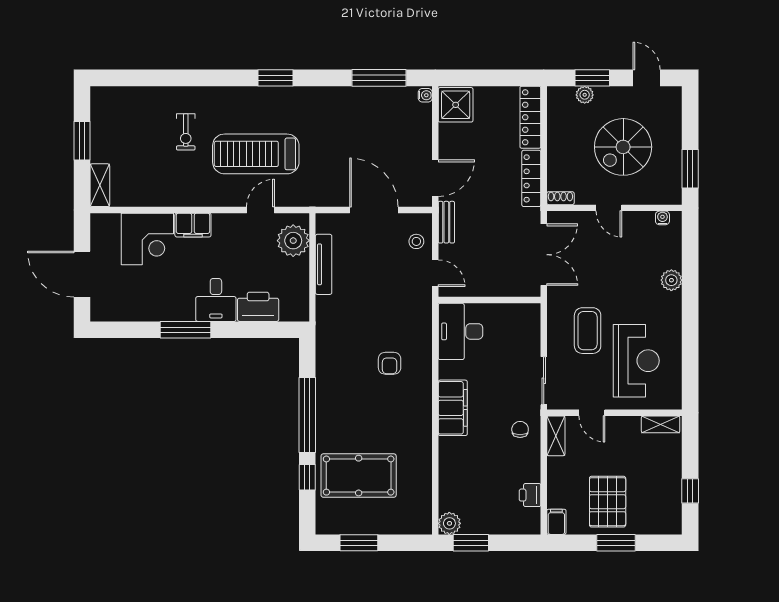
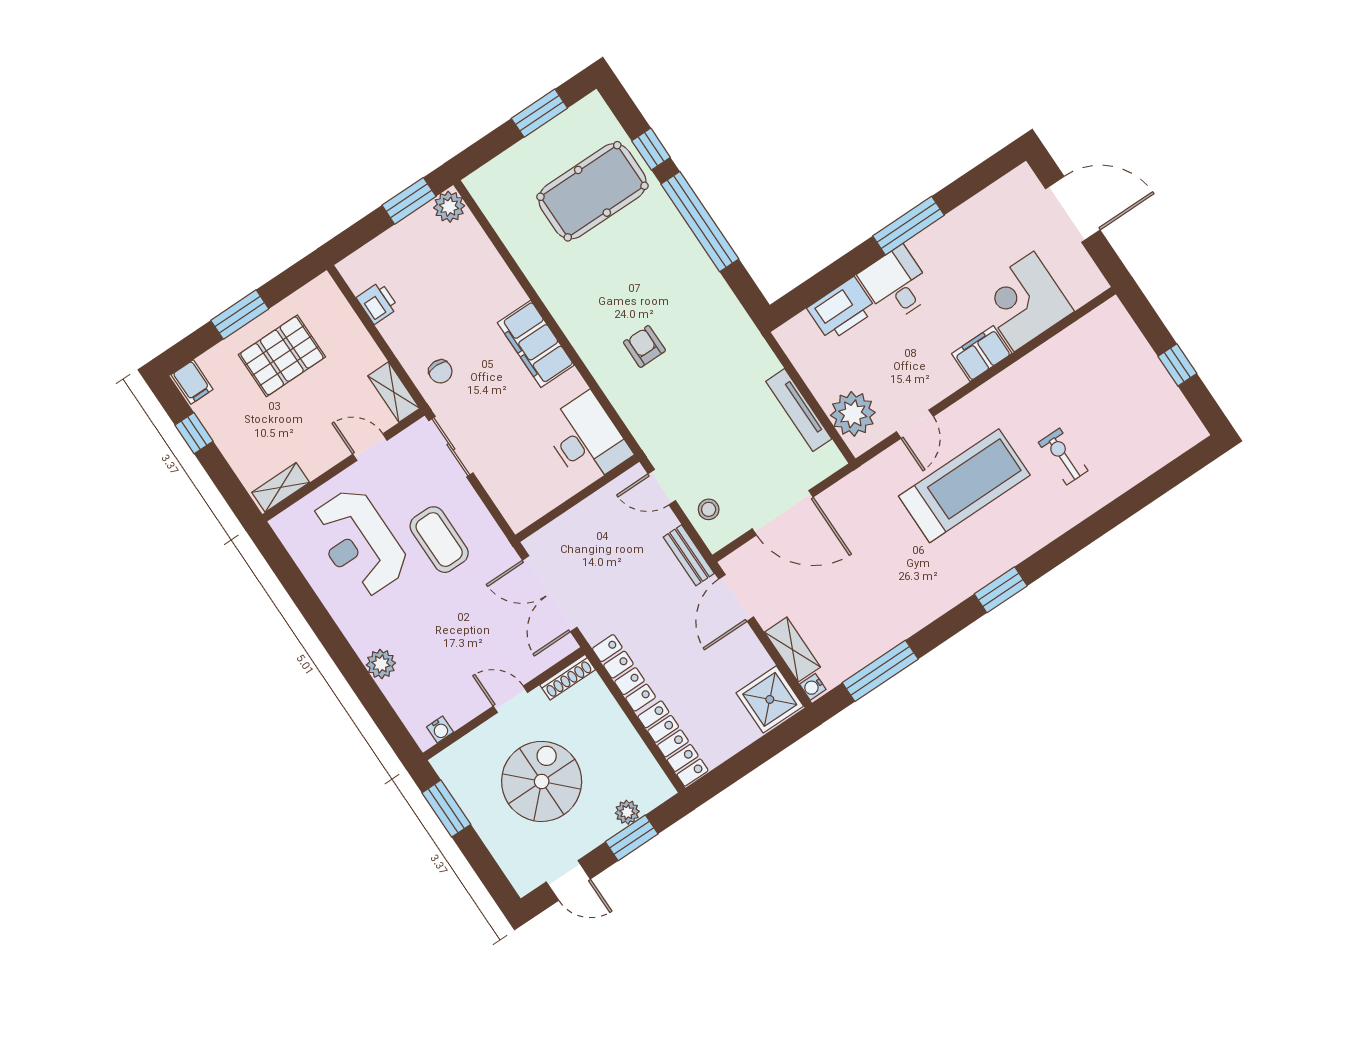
window: (82, 141) -> (1177, 365), width x0.67
shelving: (100, 185) -> (792, 650), moved
shoe rack: (560, 198) -> (568, 677), width x1.43
pallet: (608, 502) -> (282, 356), turned 90
filing cabinet: (556, 522) -> (192, 382), moved

